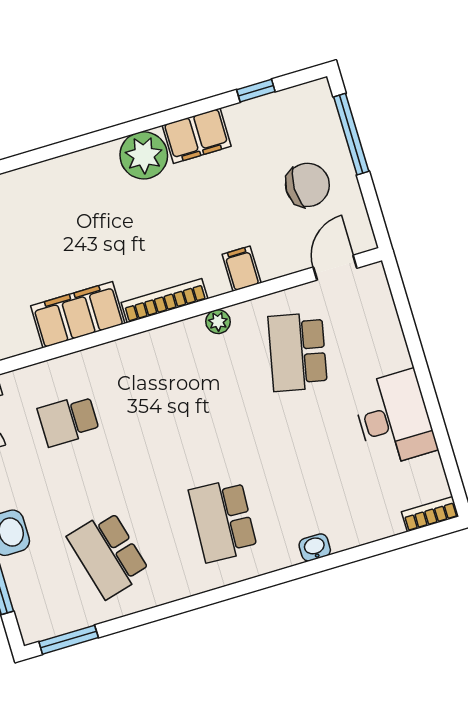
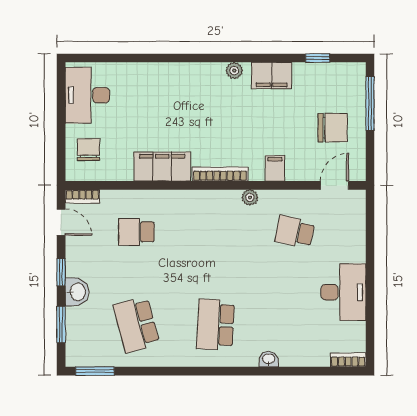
plant: (144, 155) -> (234, 71), width x0.53, depth x0.53
school desk: (298, 352) -> (295, 232), width x0.54

